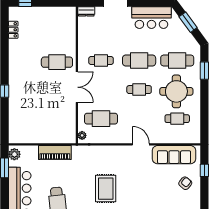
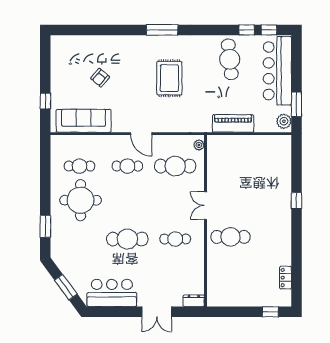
cafe table: (177, 60) -> (80, 239), removed
double door: (77, 87) -> (205, 206), width x0.73
cafe table: (139, 90) -> (127, 166), moved
door: (141, 144) -> (141, 134), moved
armchair: (185, 183) -> (100, 78), moved

